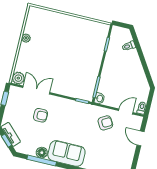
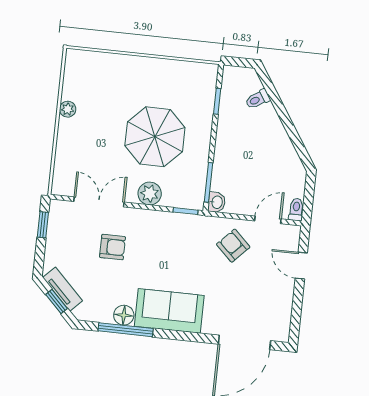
parasol: (71, 59) -> (155, 137), added
plant: (18, 78) -> (150, 194), moved
armchair: (105, 123) -> (233, 246), turned -106

